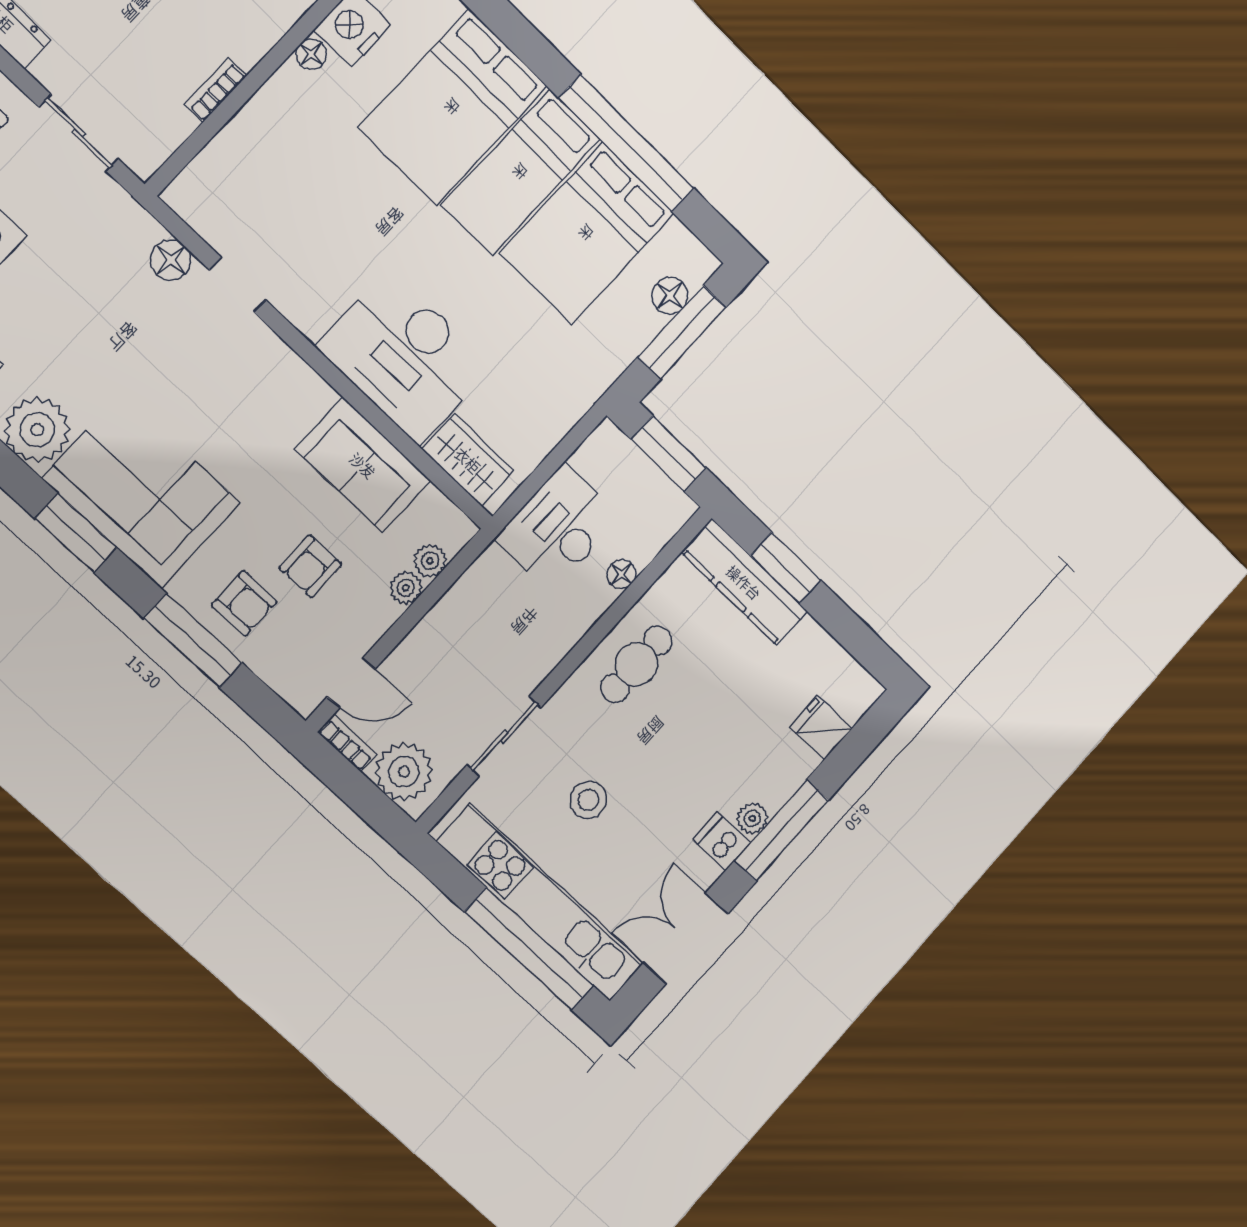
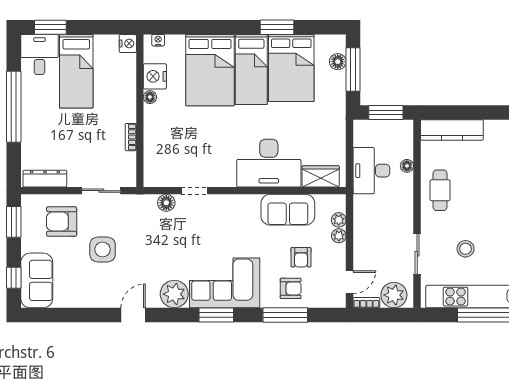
window: (626, 143) -> (277, 27), width x0.47
window: (786, 568) -> (462, 112), removed

